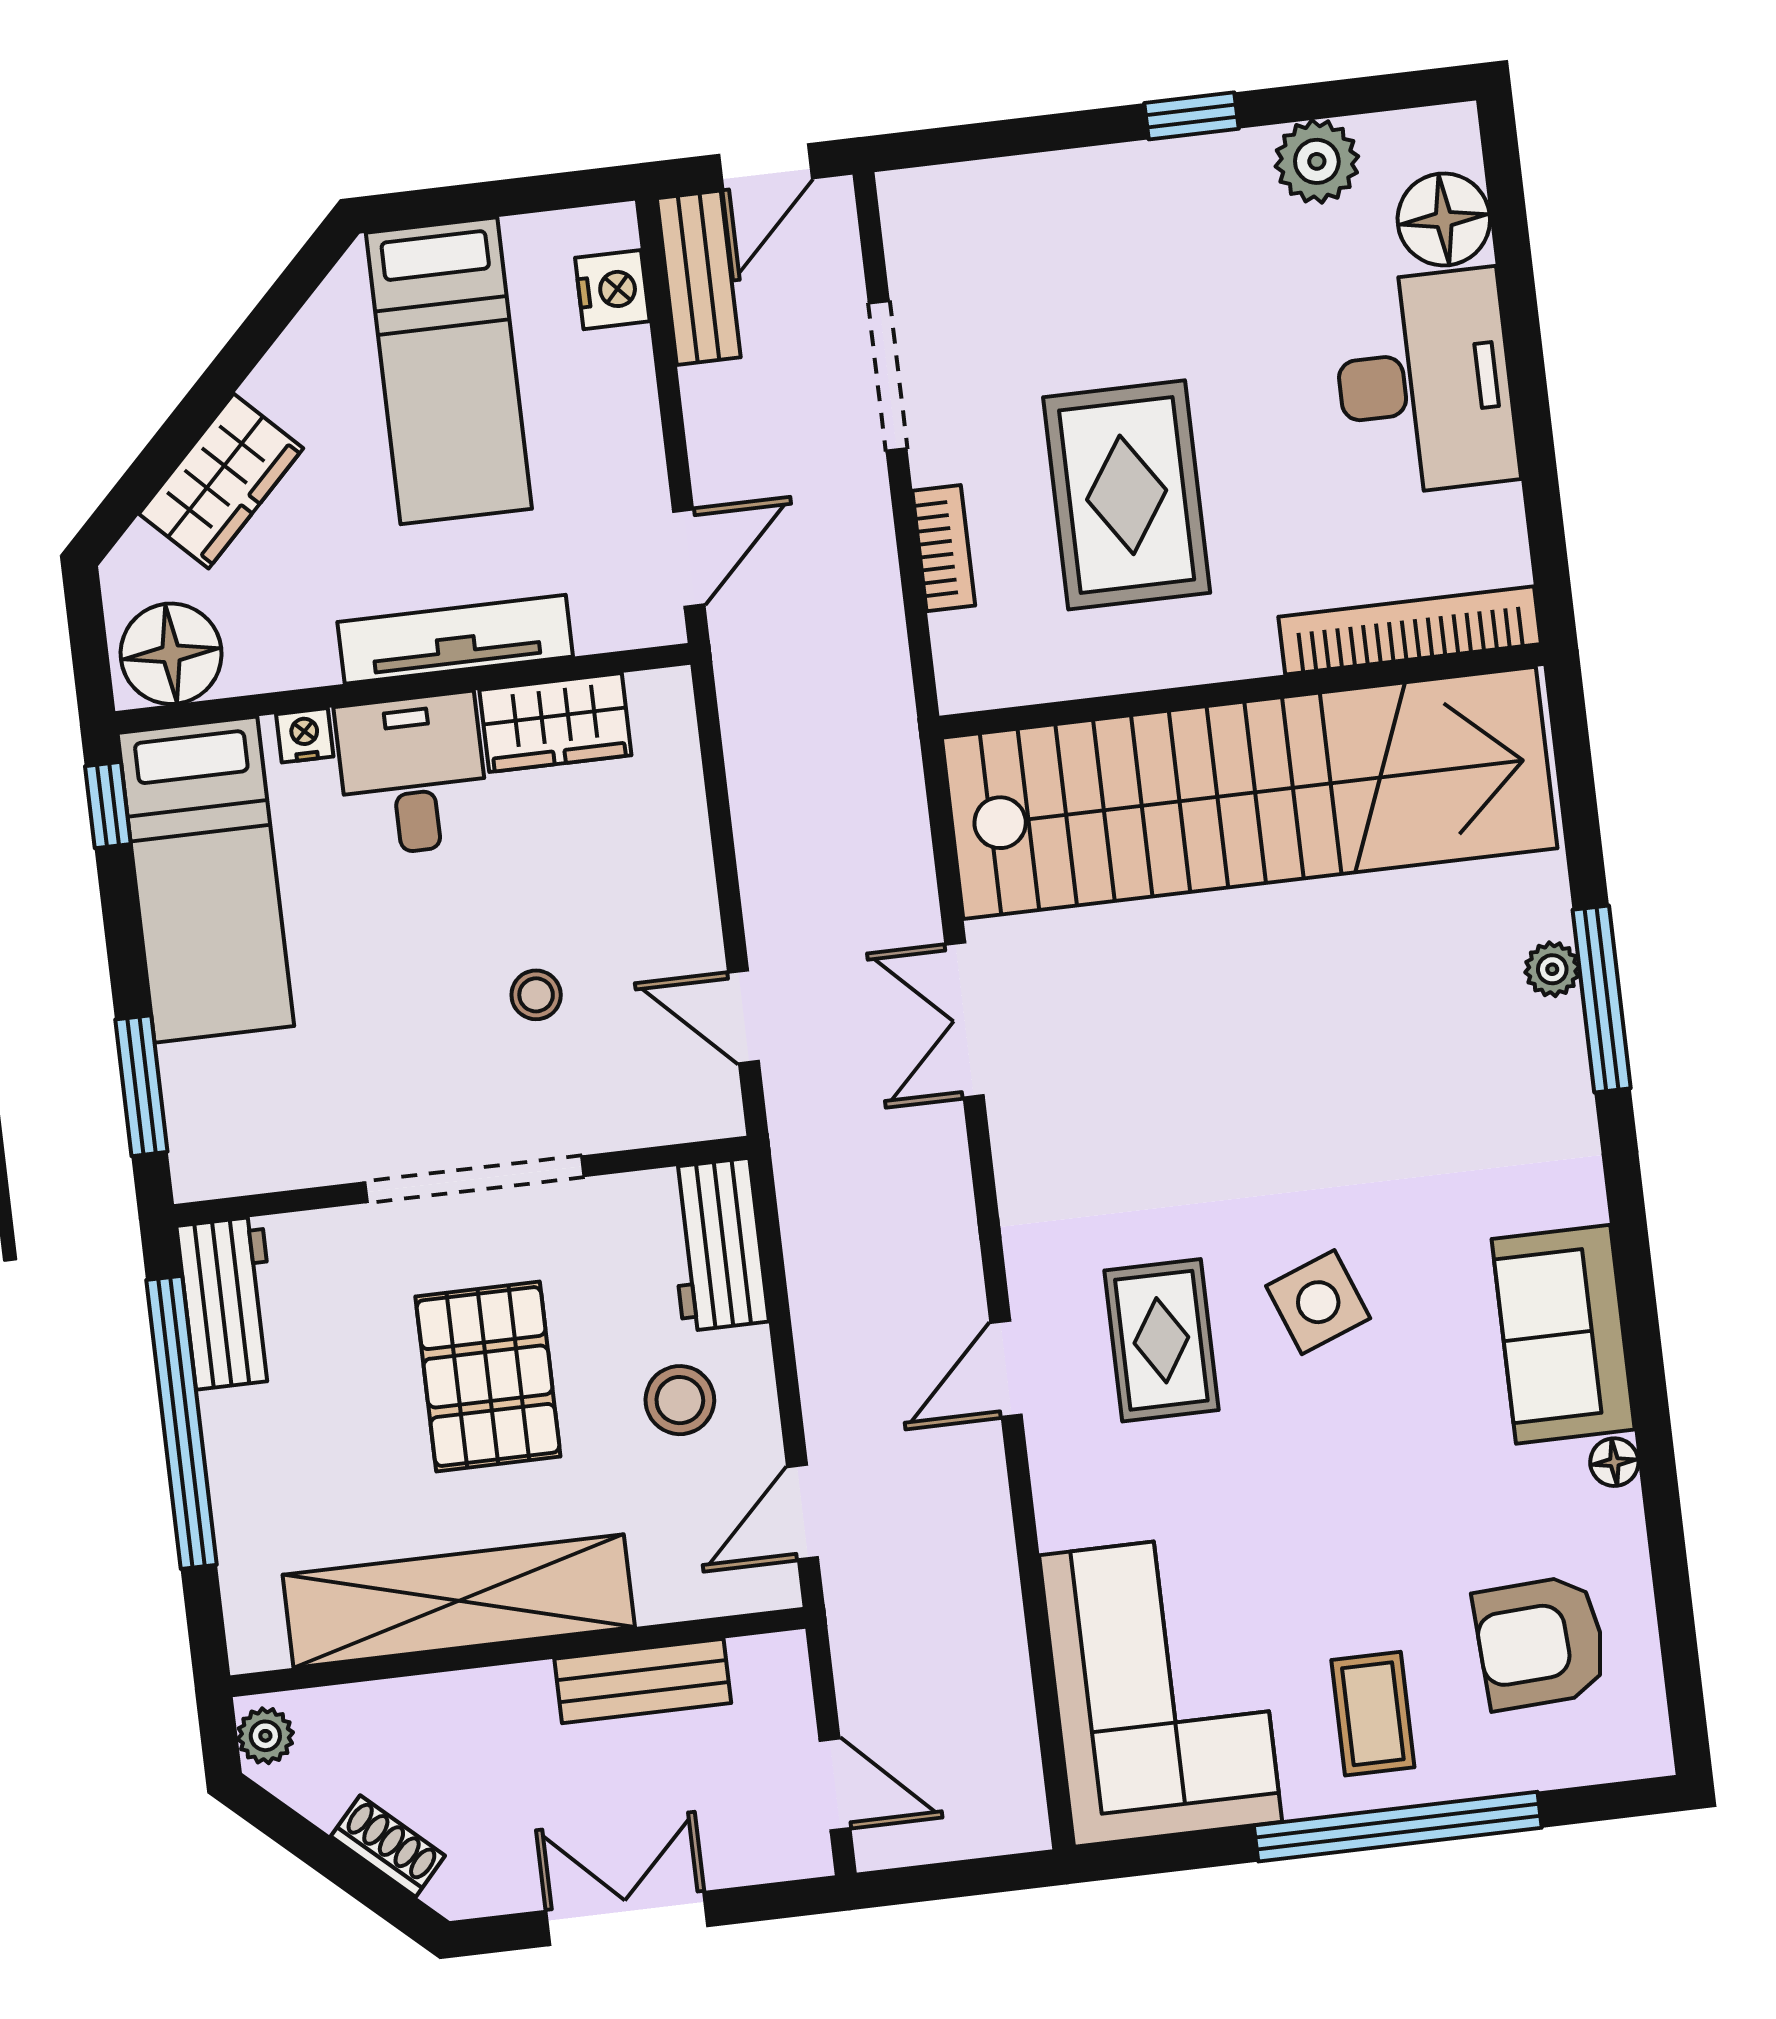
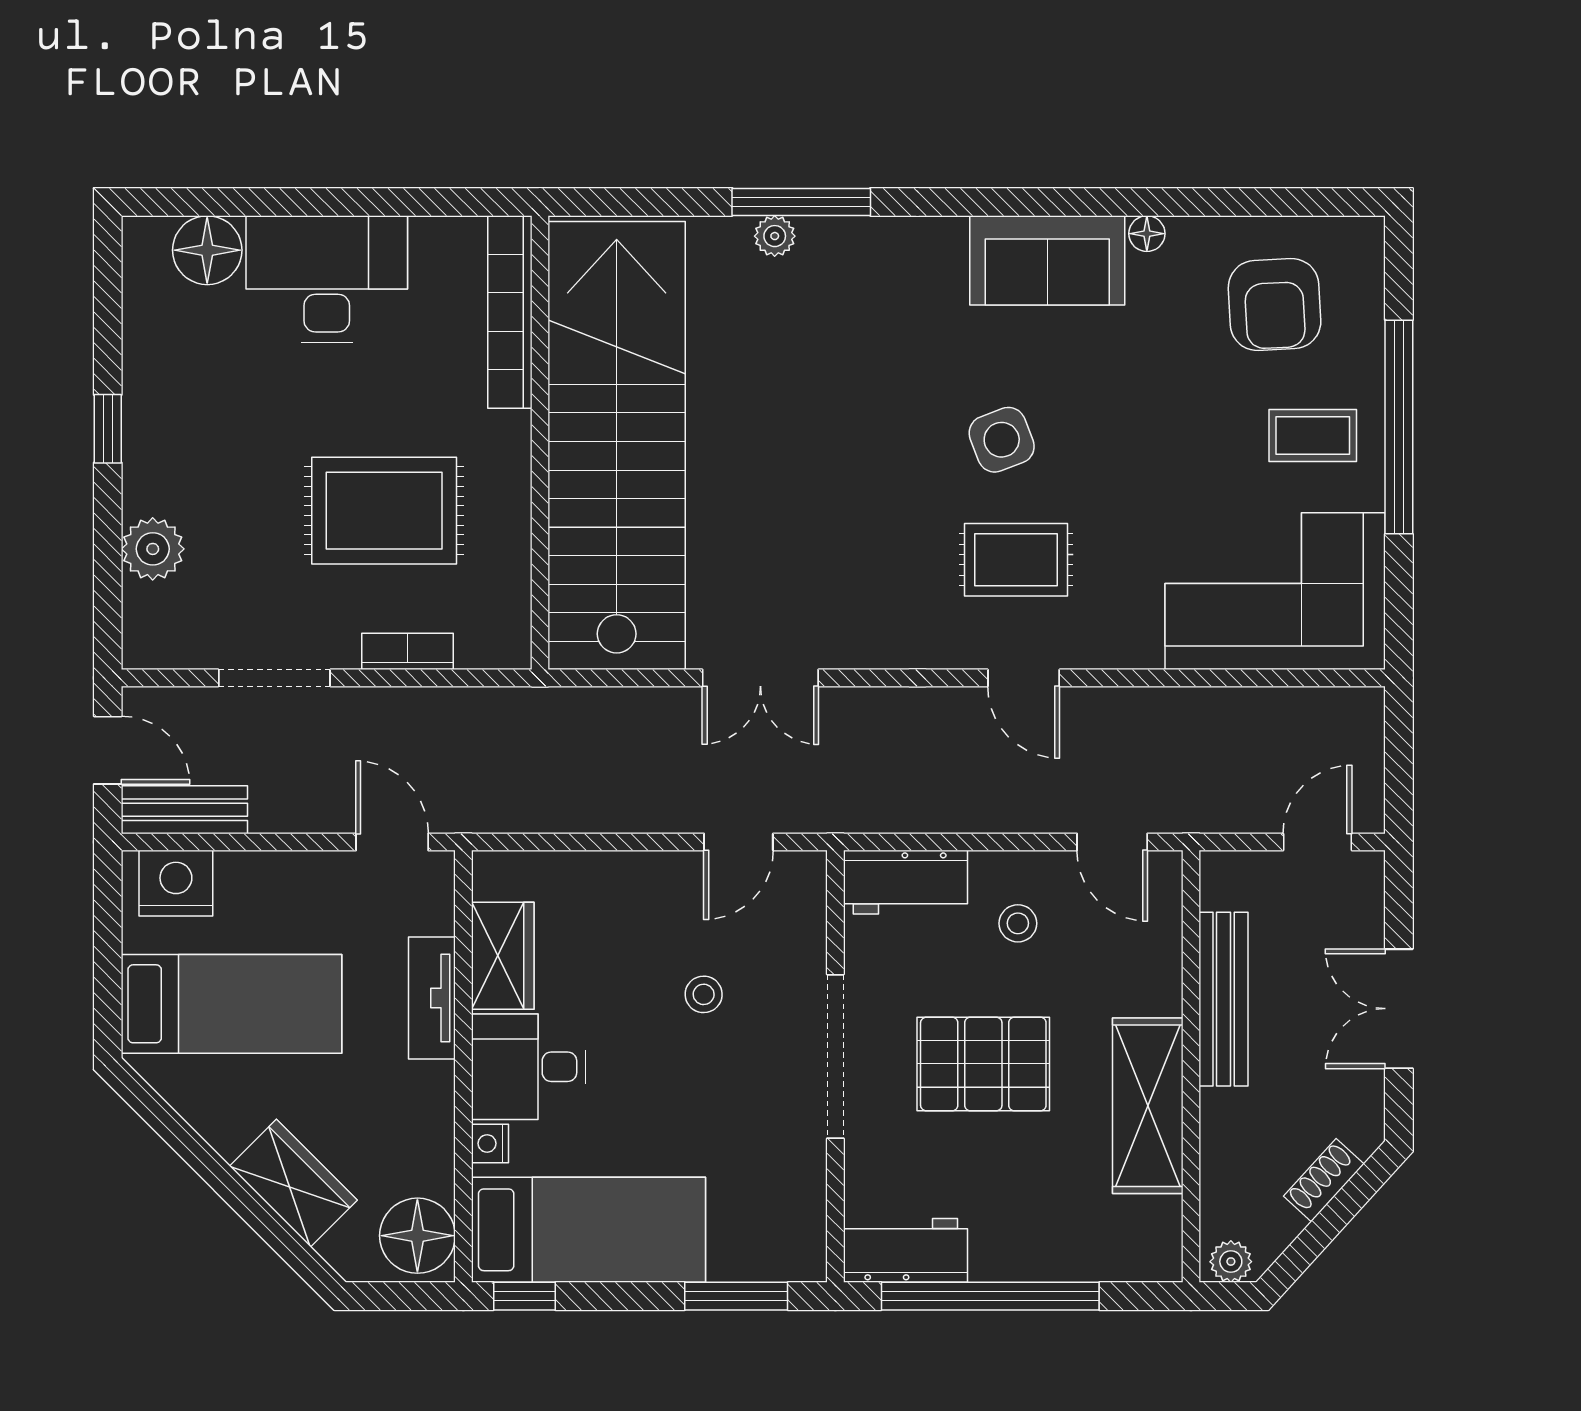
plant: (1317, 161) -> (153, 549), moved
nightstand: (612, 290) -> (176, 883), width x1.36, depth x1.33
tv unit: (455, 639) -> (432, 998), width x0.71
stool: (680, 1400) -> (1018, 923), width x0.73, depth x0.73
shelving: (459, 1601) -> (1148, 1106), width x0.68
bench: (643, 1681) -> (1224, 999), width x1.36

